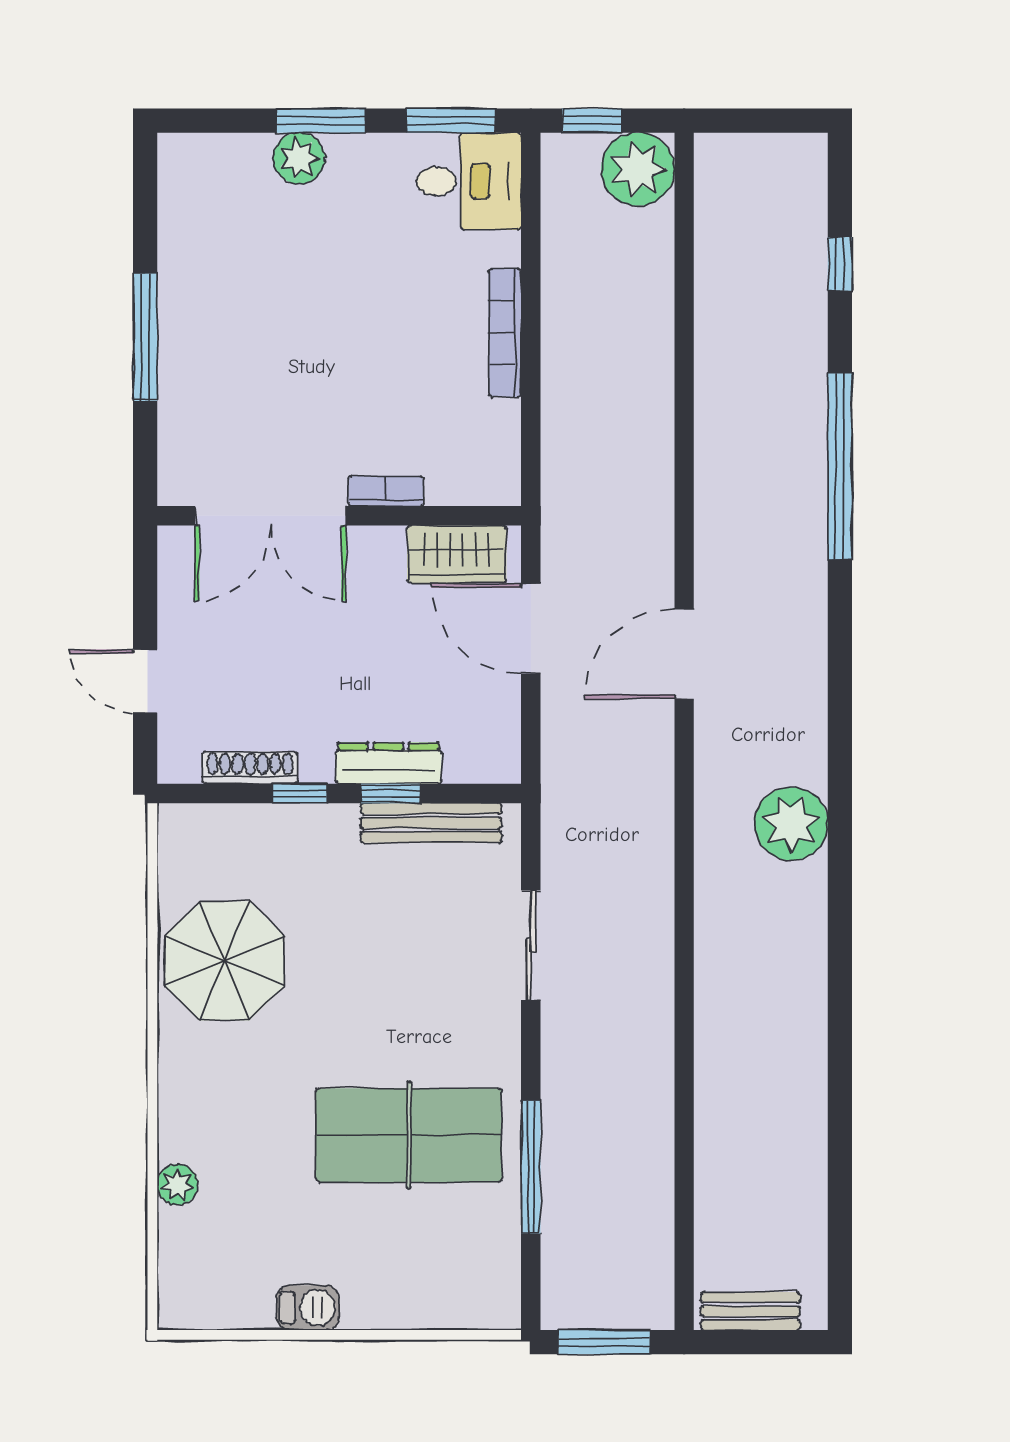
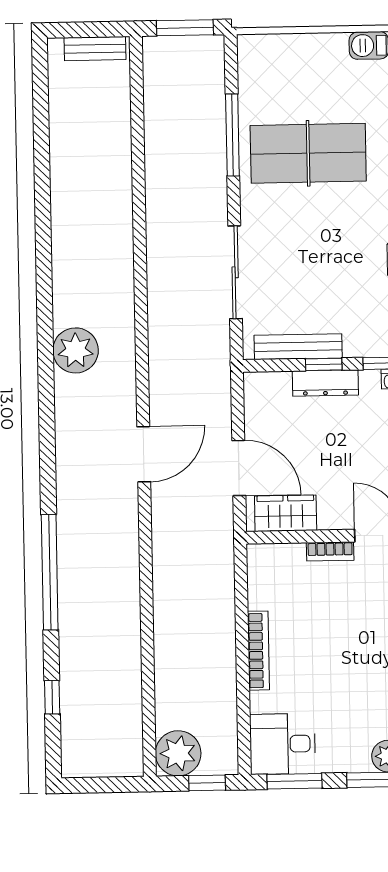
sliding door: (531, 945) -> (235, 272), width x1.37

